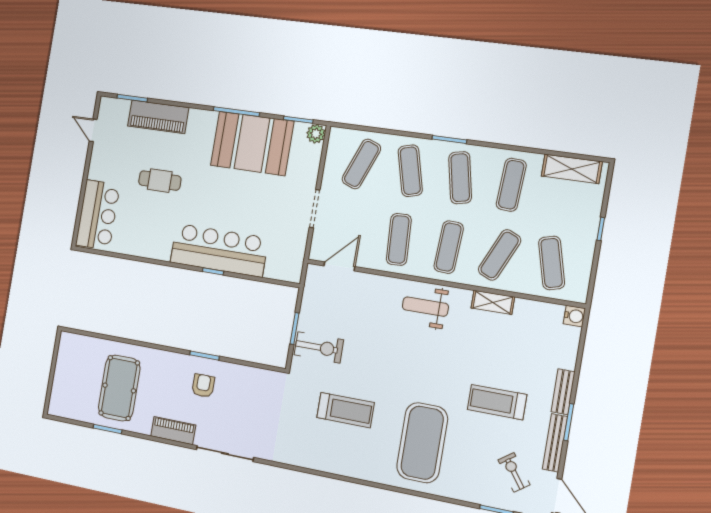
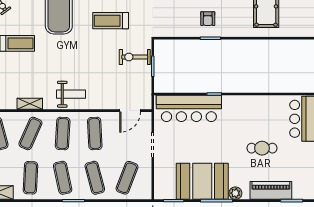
plant: (316, 134) -> (235, 193), moved
bar counter: (219, 250) -> (189, 108), moved

